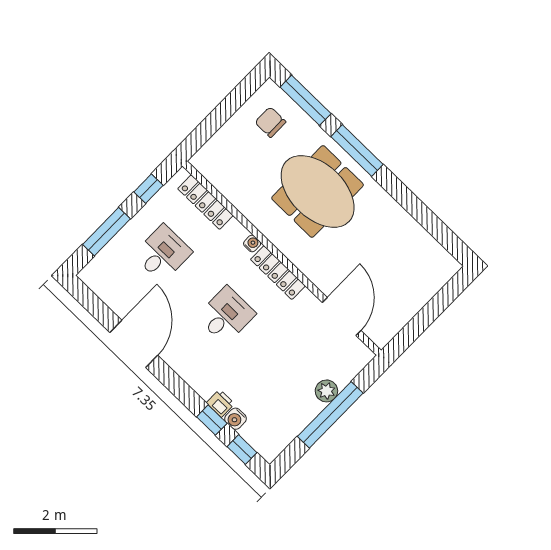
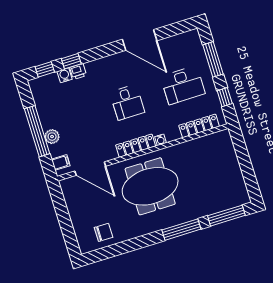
chair: (270, 122) -> (103, 232), moved
meeting table: (318, 191) -> (150, 186), moved
desk: (163, 253) -> (183, 85), width x1.37
filing cabinet: (355, 361) -> (61, 162), added

